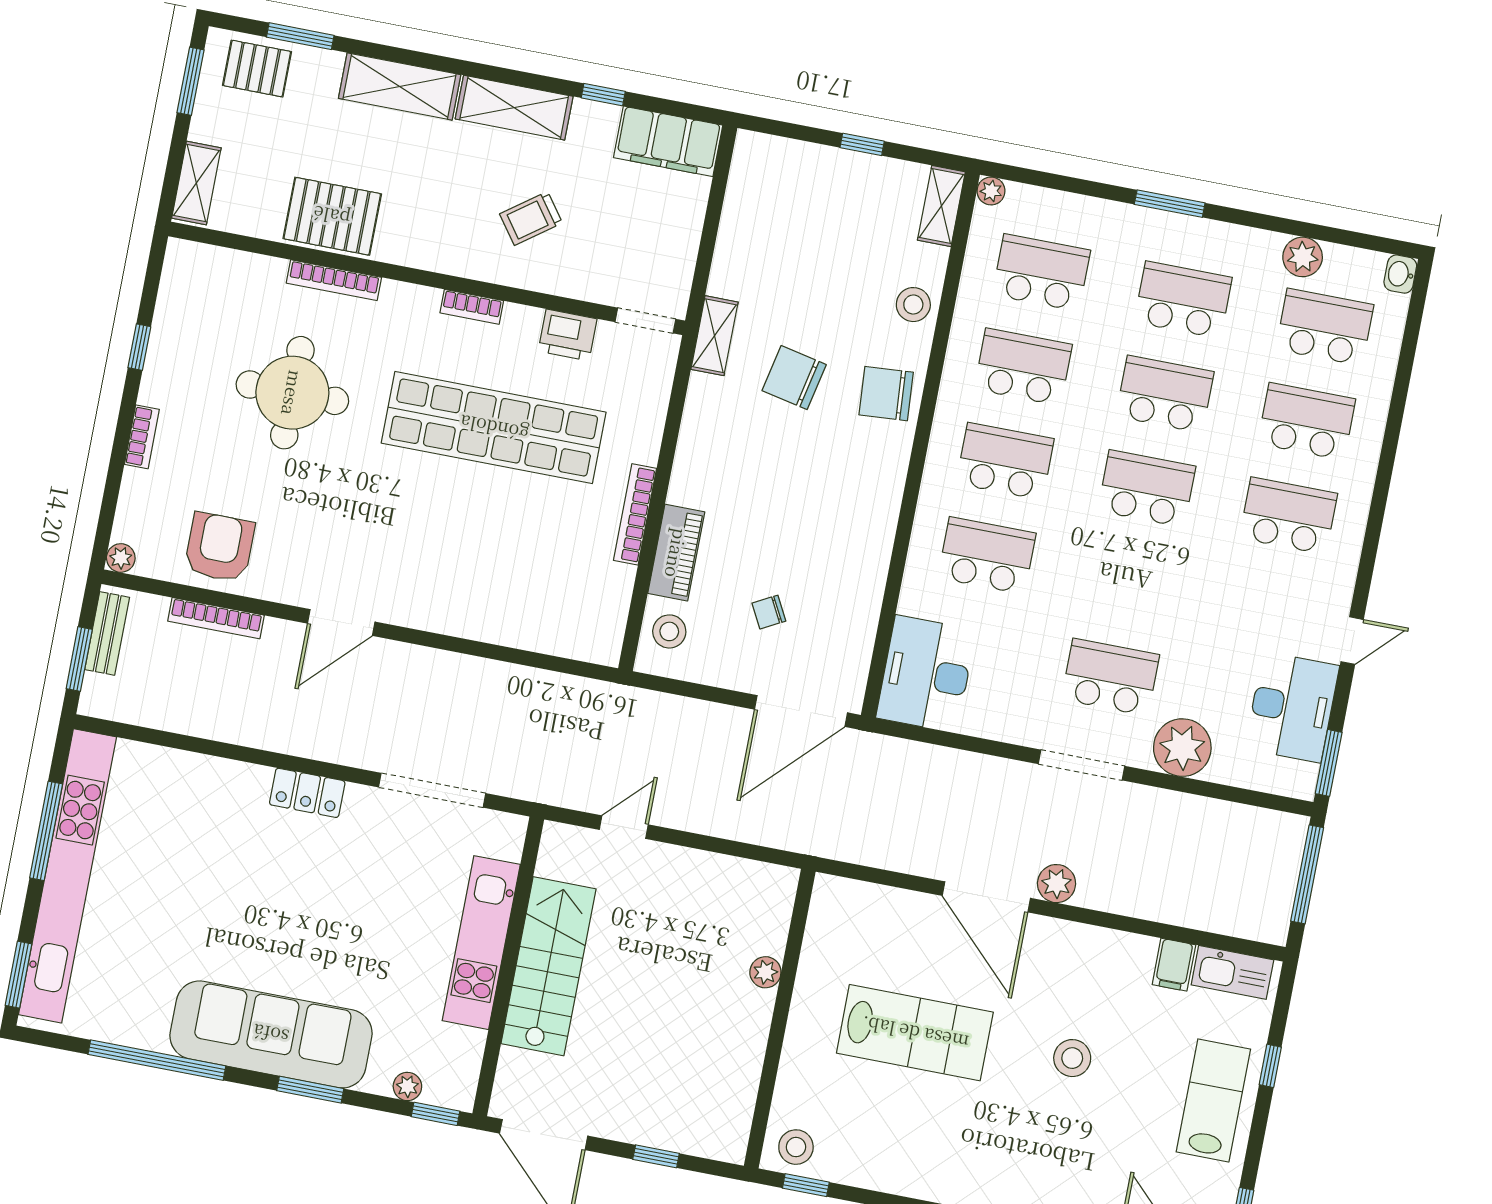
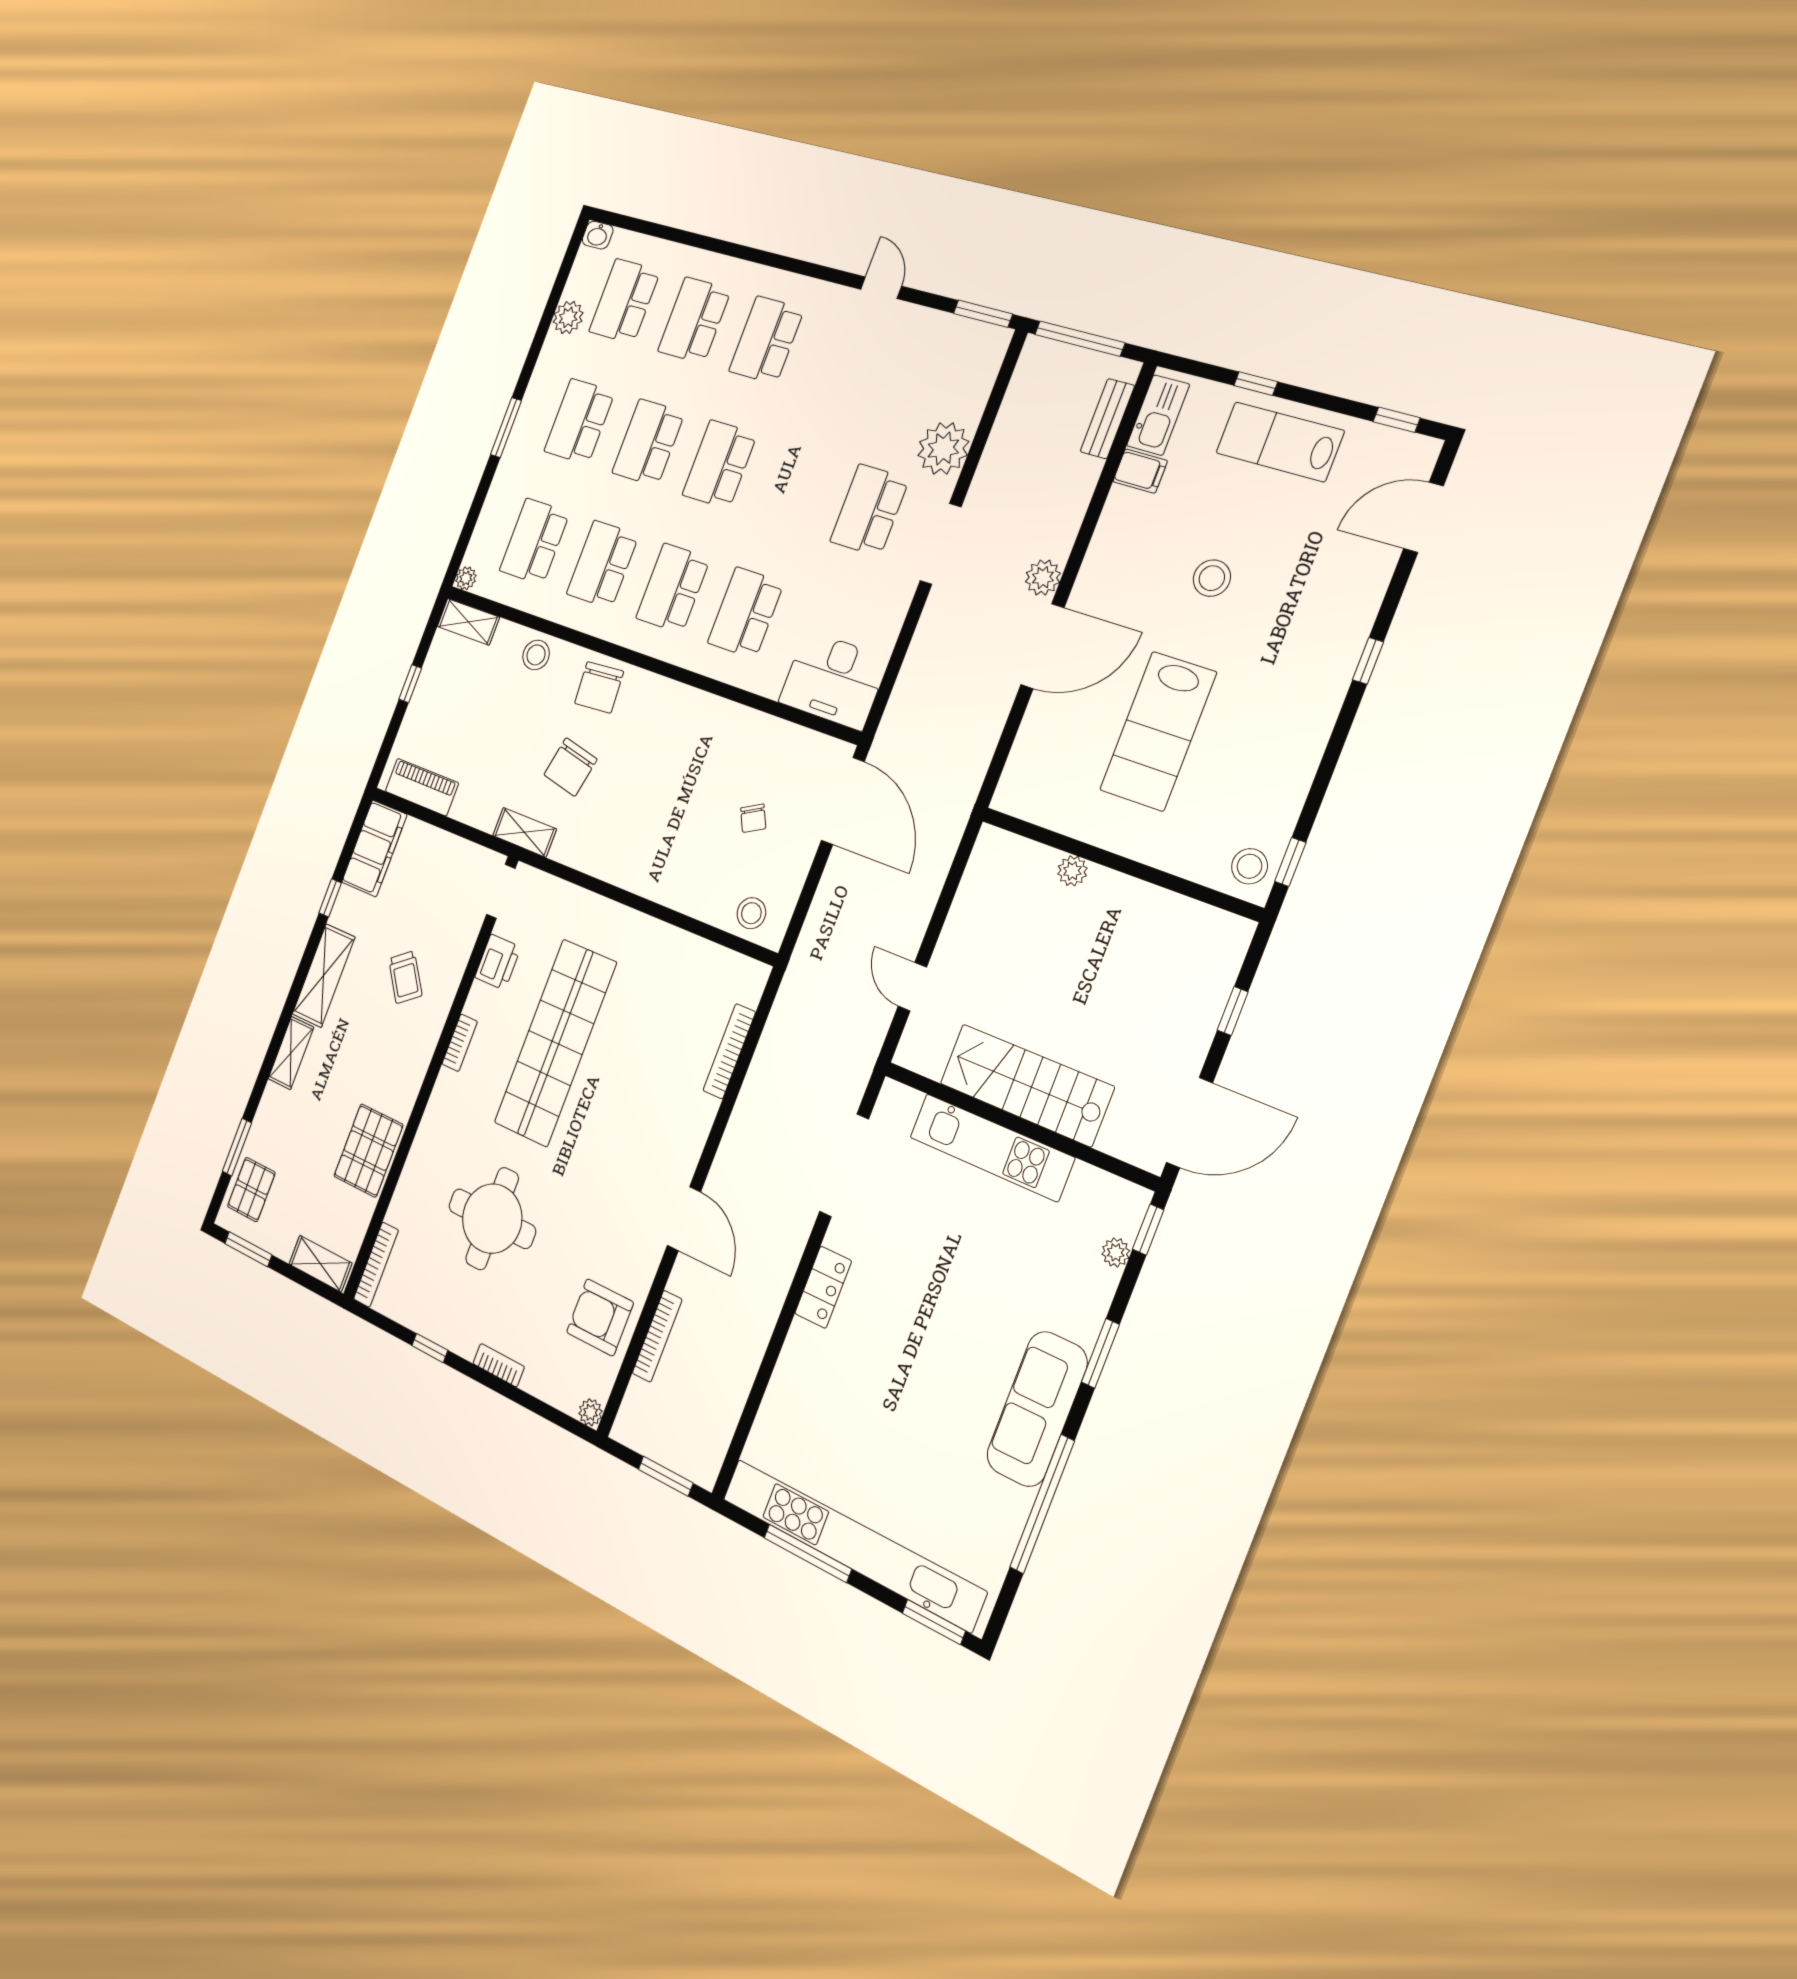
shelving: (400, 86) -> (291, 1053), width x0.67, depth x0.75
bookcase: (334, 280) -> (376, 1265), moved
bookcase: (635, 514) -> (729, 1051), moved, turned 90
piano: (676, 553) -> (422, 787), moved
bench: (107, 633) -> (1107, 419), moved, turned 90
desk: (1292, 707) -> (928, 345), removed
lab bench: (915, 1033) -> (1158, 731), turned 180
sofa: (271, 1034) -> (1037, 1409), width x0.74, depth x0.79

